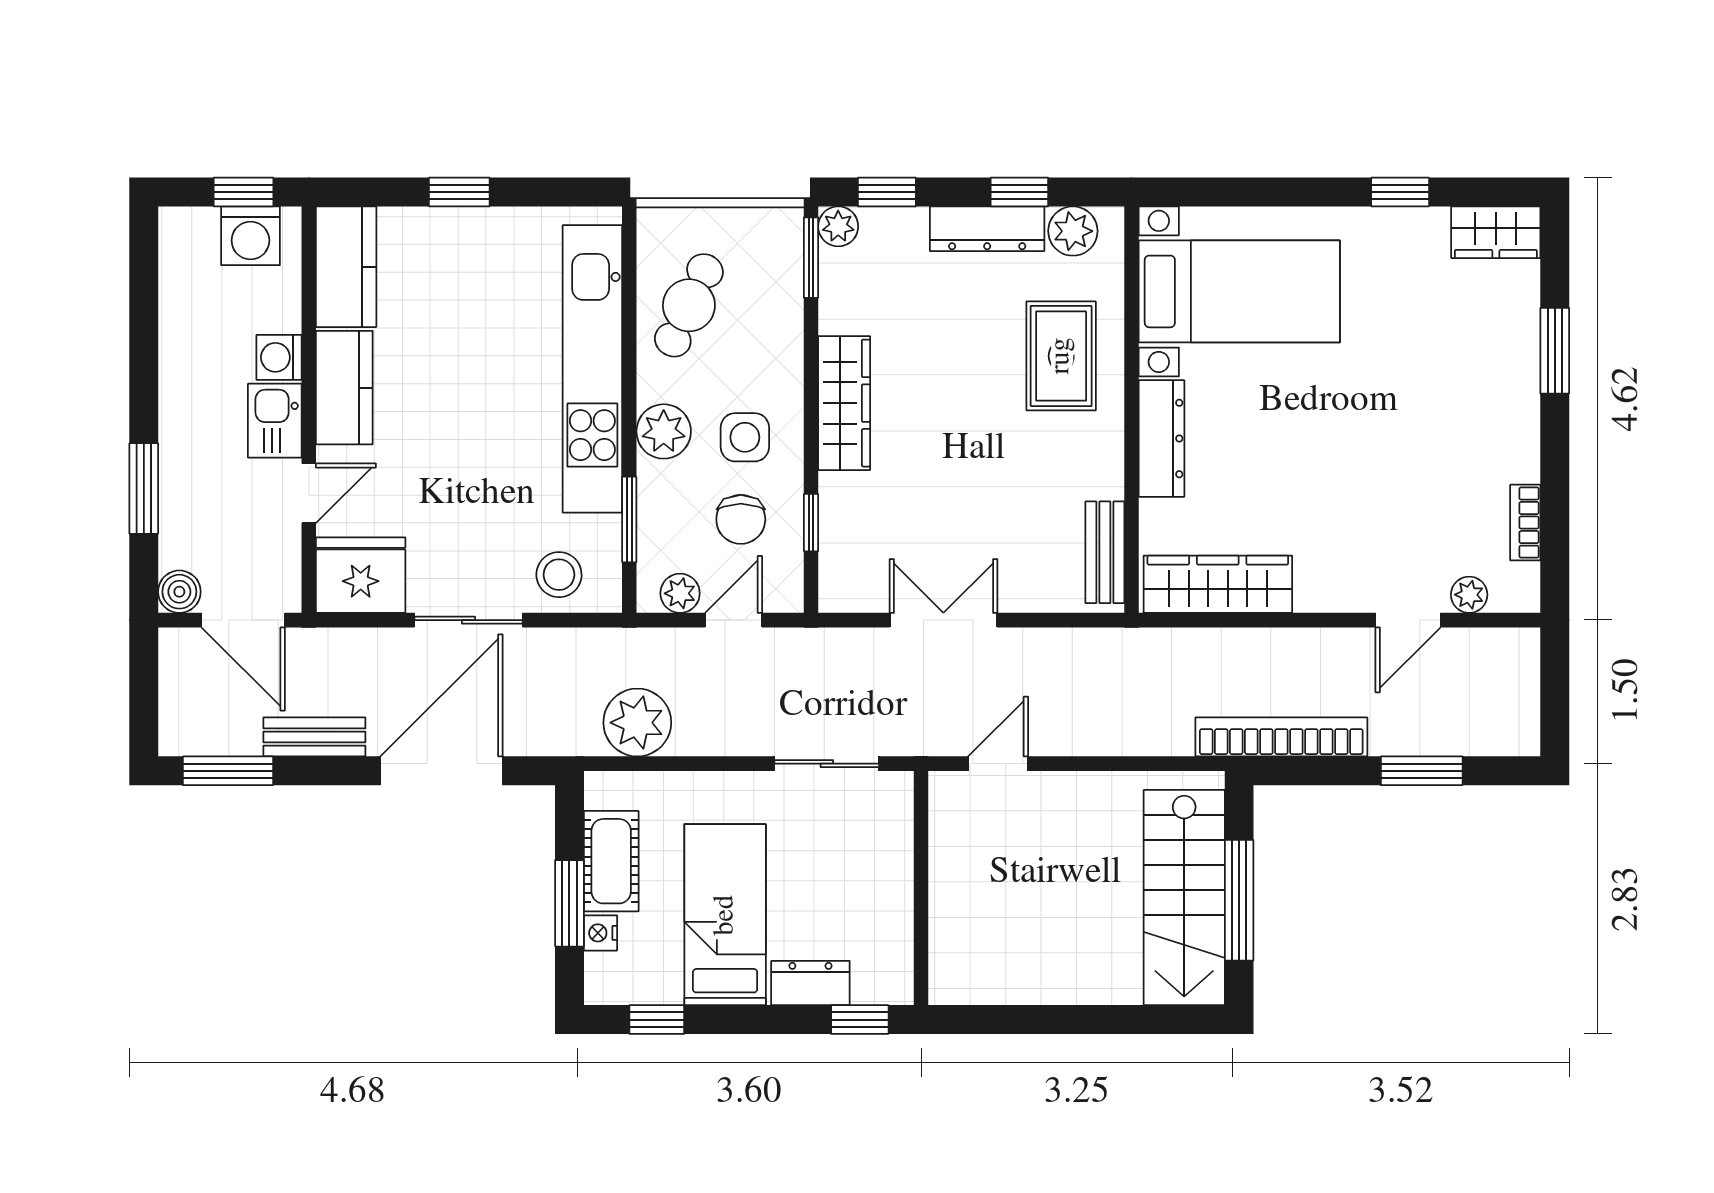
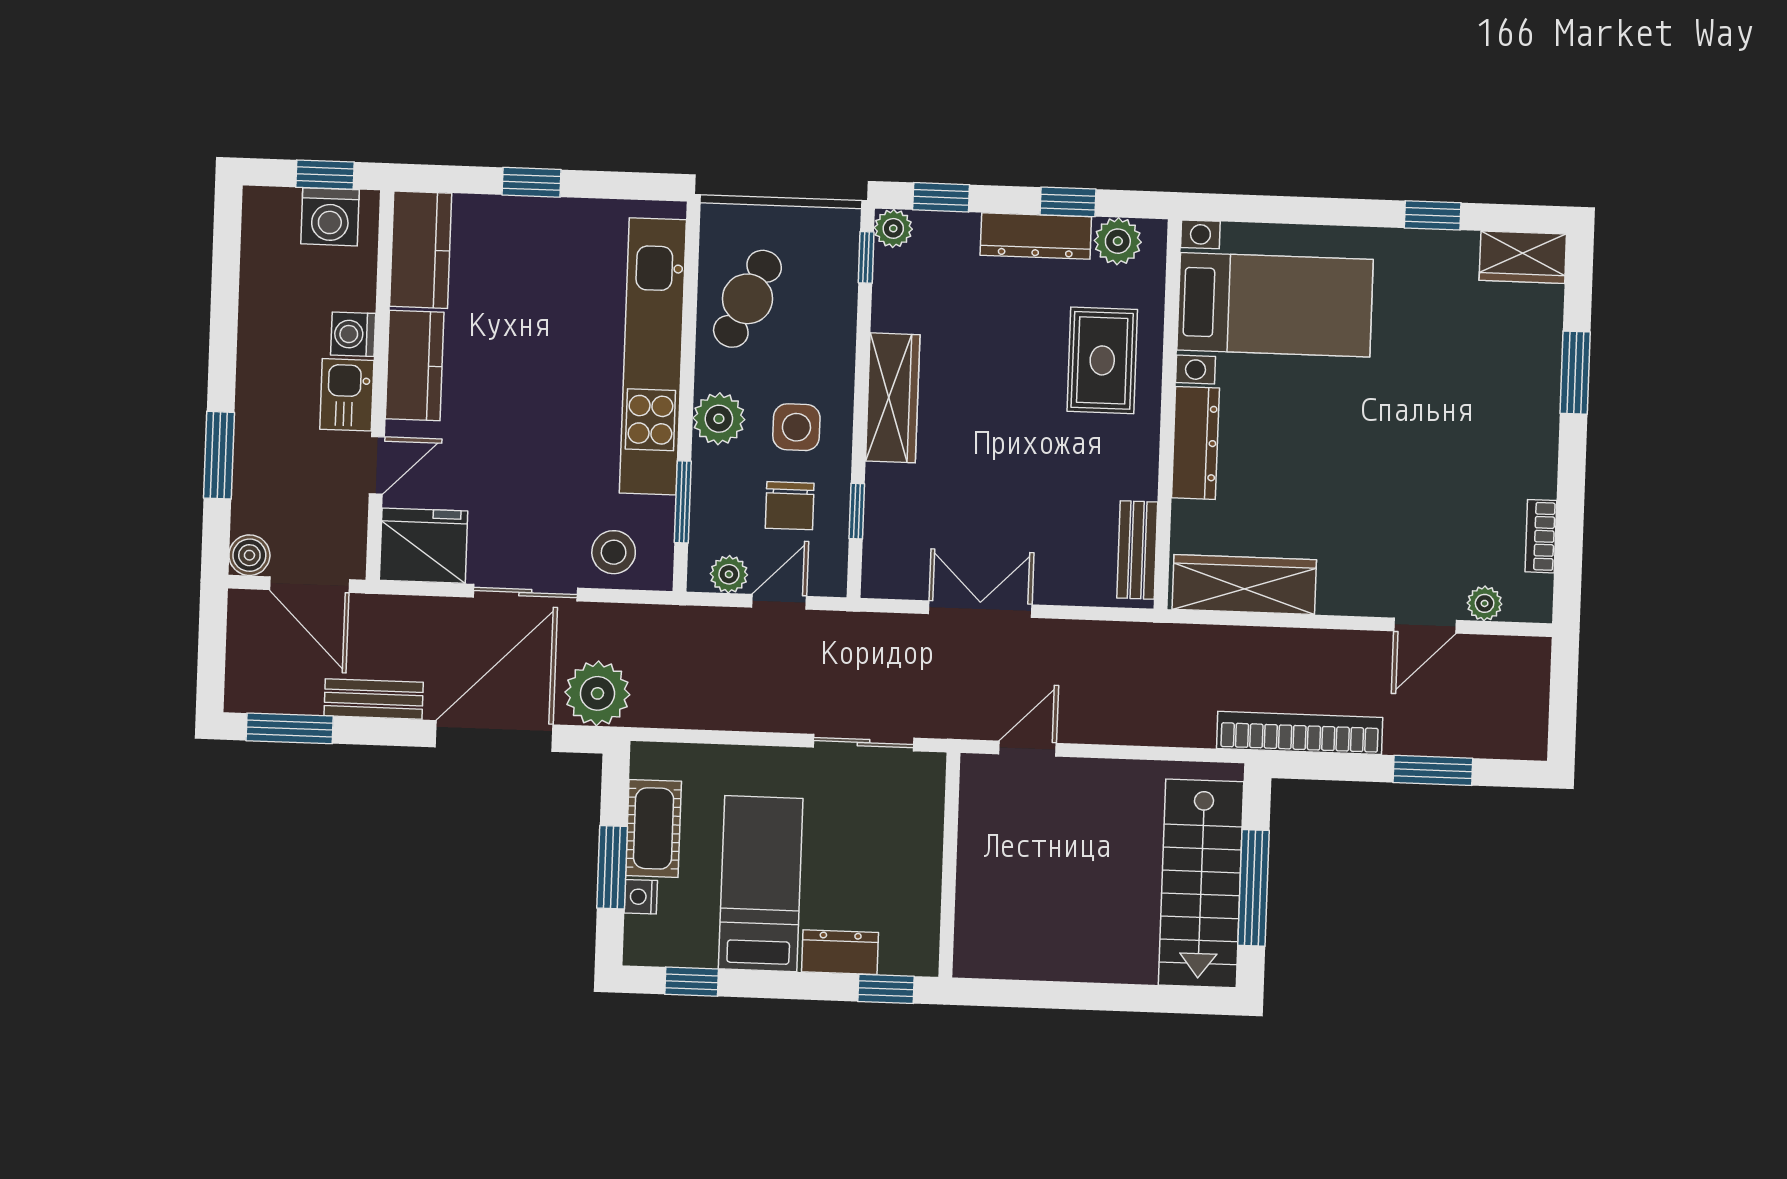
window: (811, 258) -> (866, 257), width x0.67
plant: (637, 723) -> (597, 693), moved

